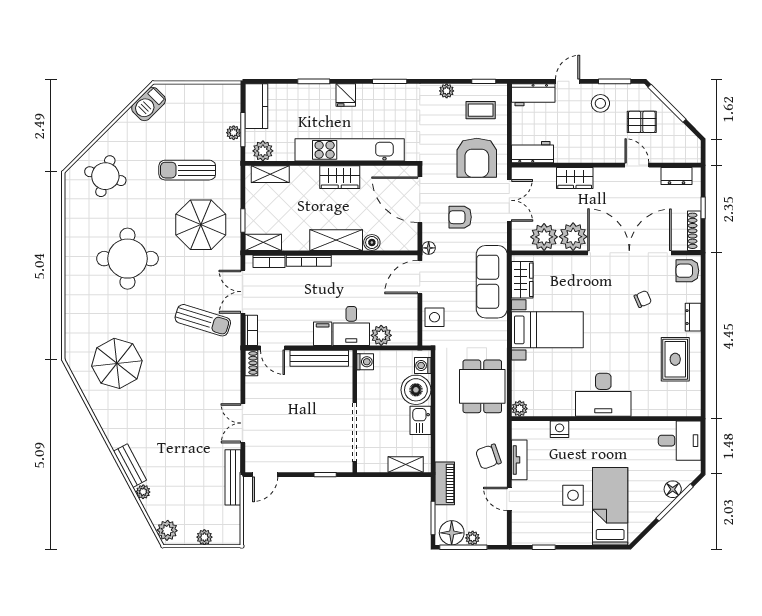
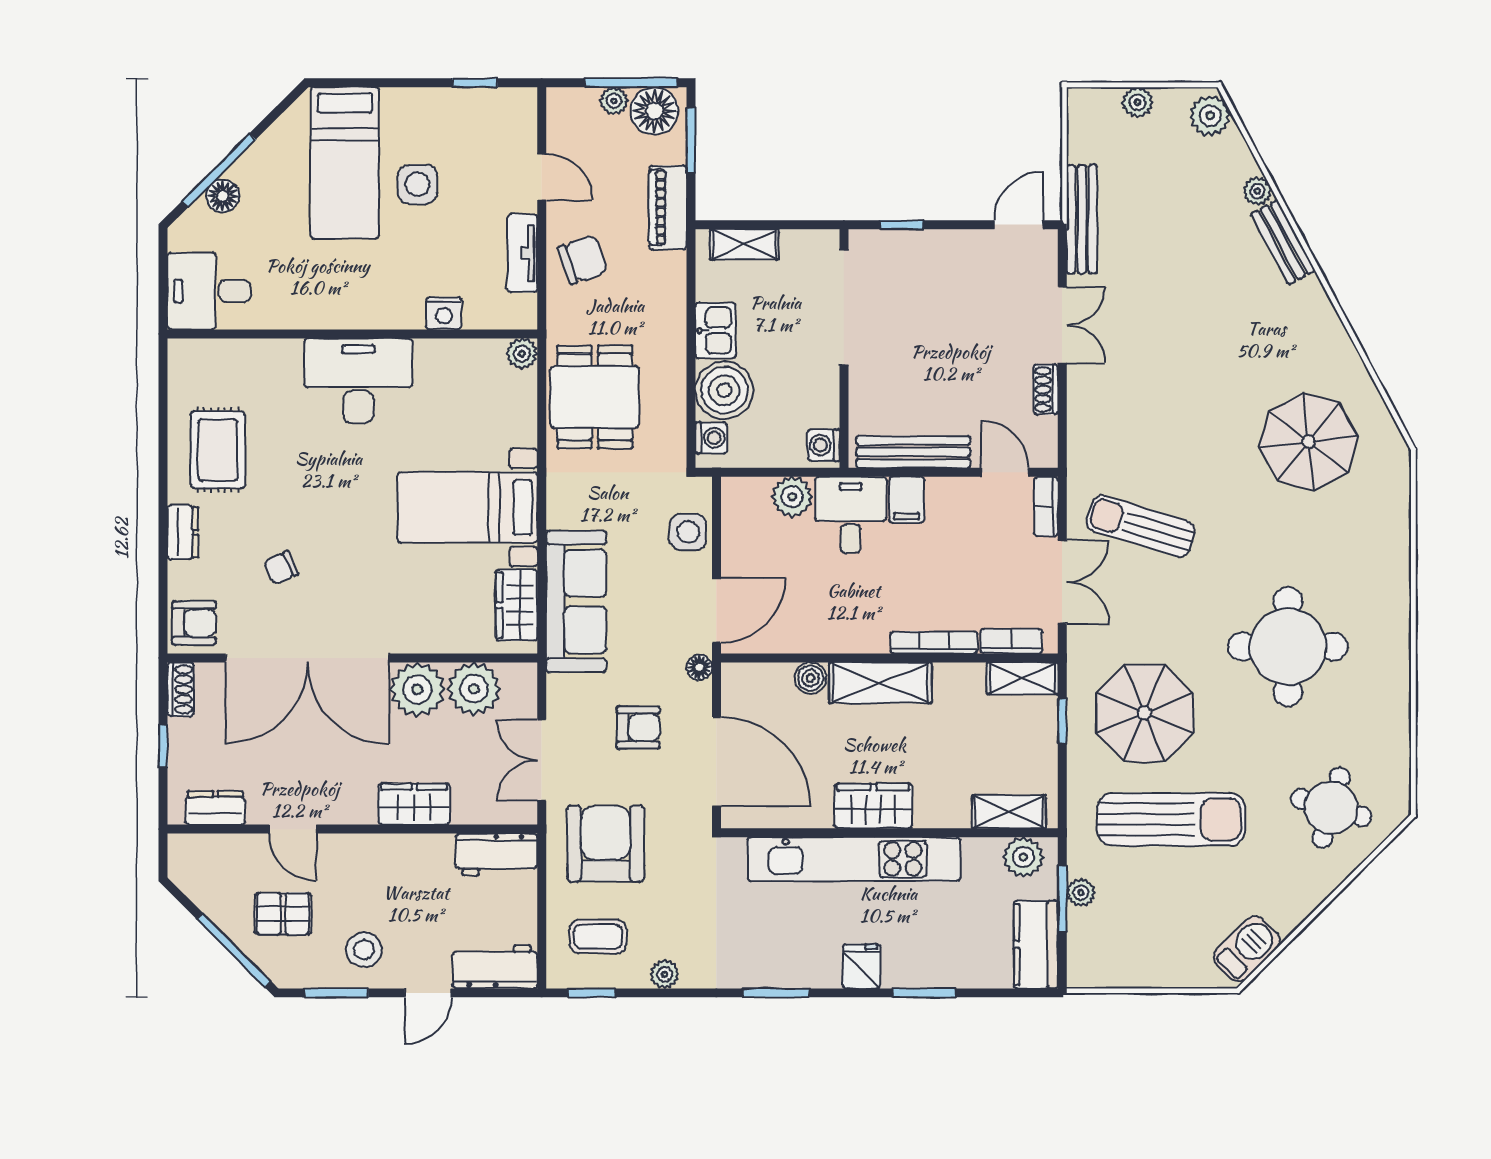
sun lounger: (187, 170) -> (1171, 820), width x1.36, depth x1.34
shoe rack: (694, 231) -> (181, 689), width x0.70
shoe rack: (251, 363) -> (1046, 389), moved

